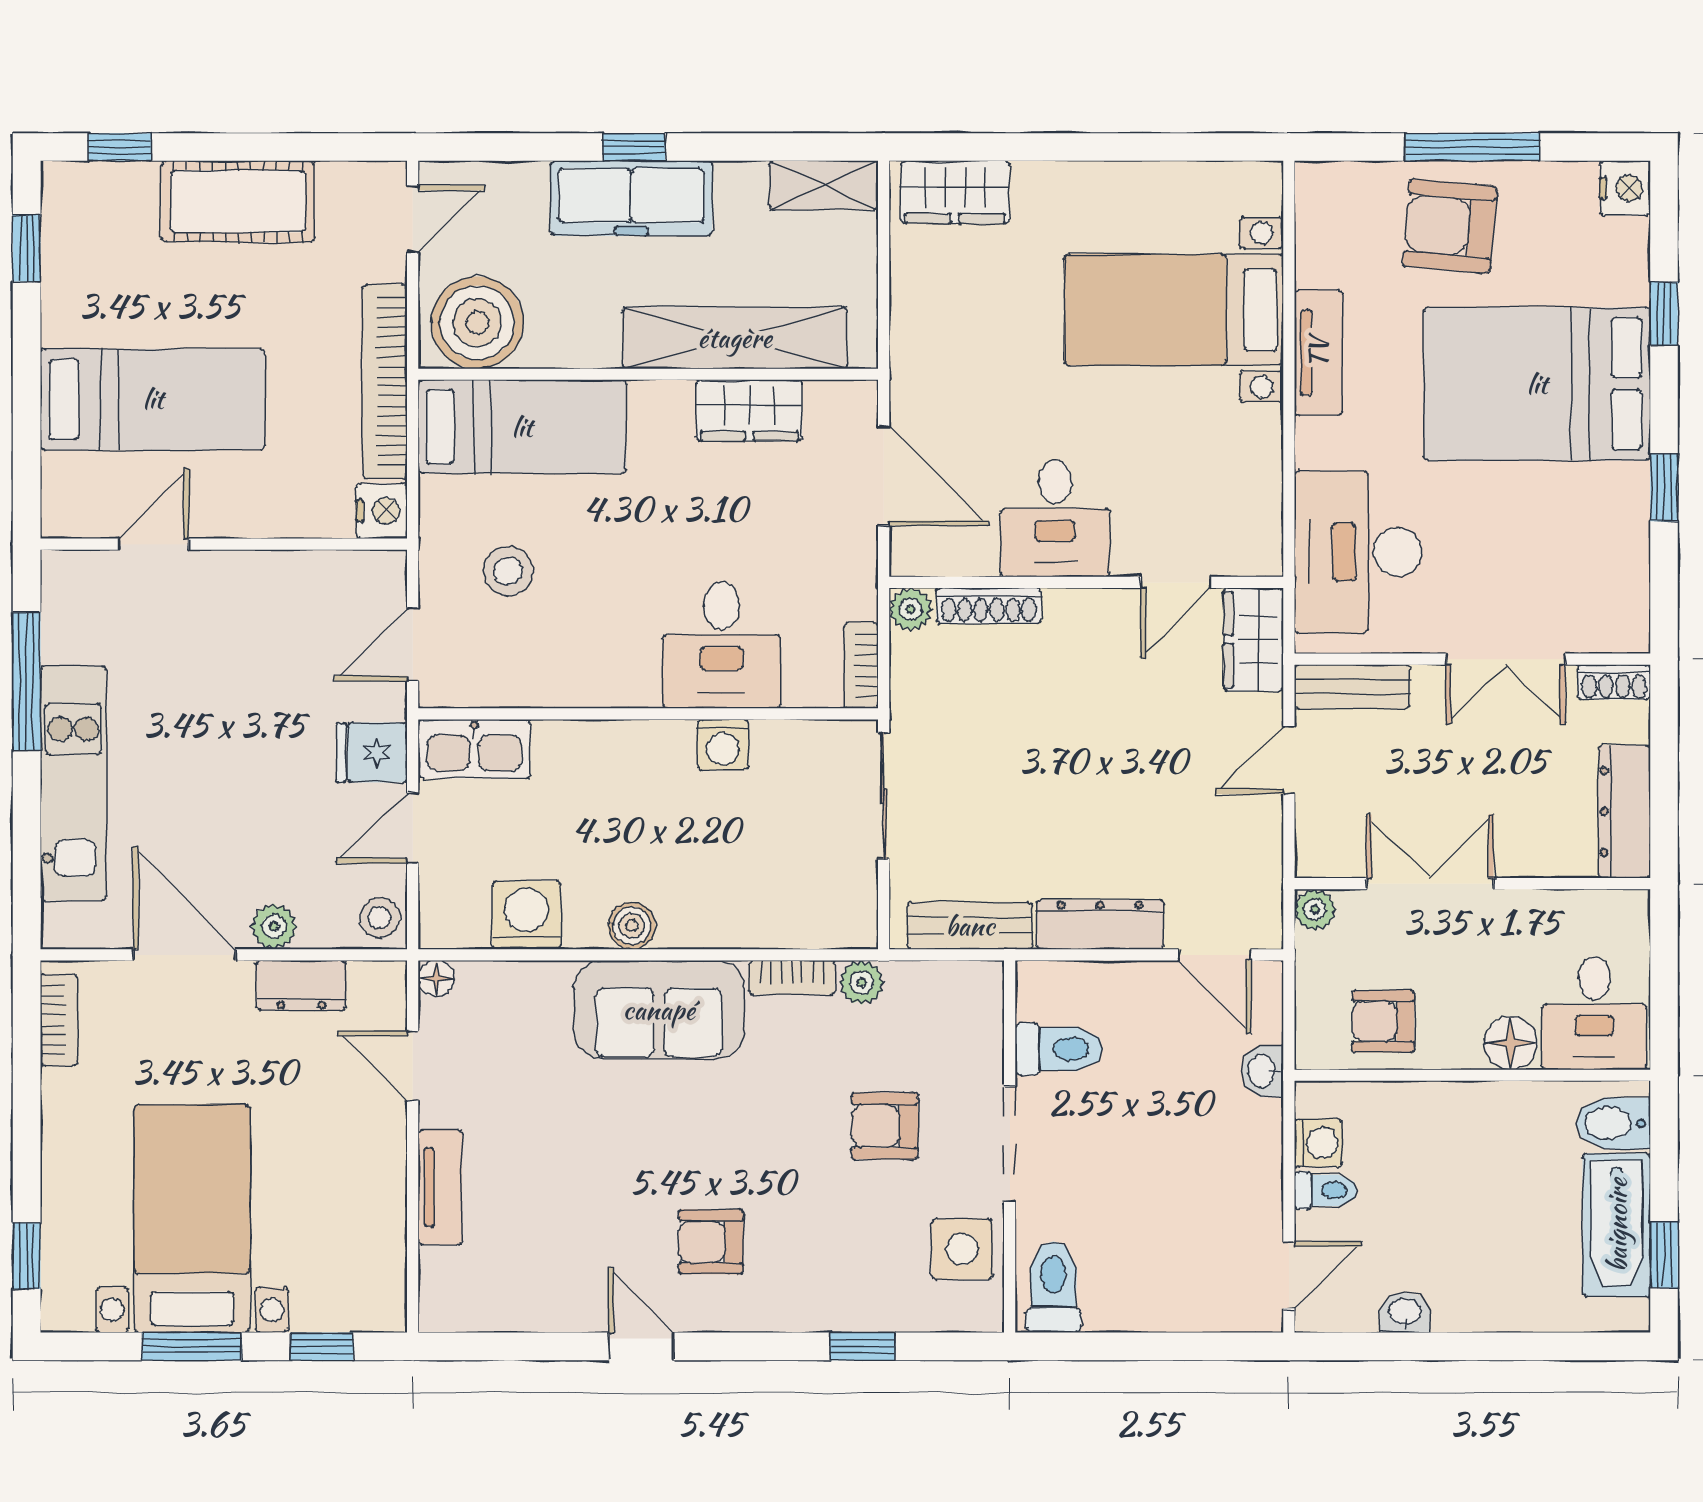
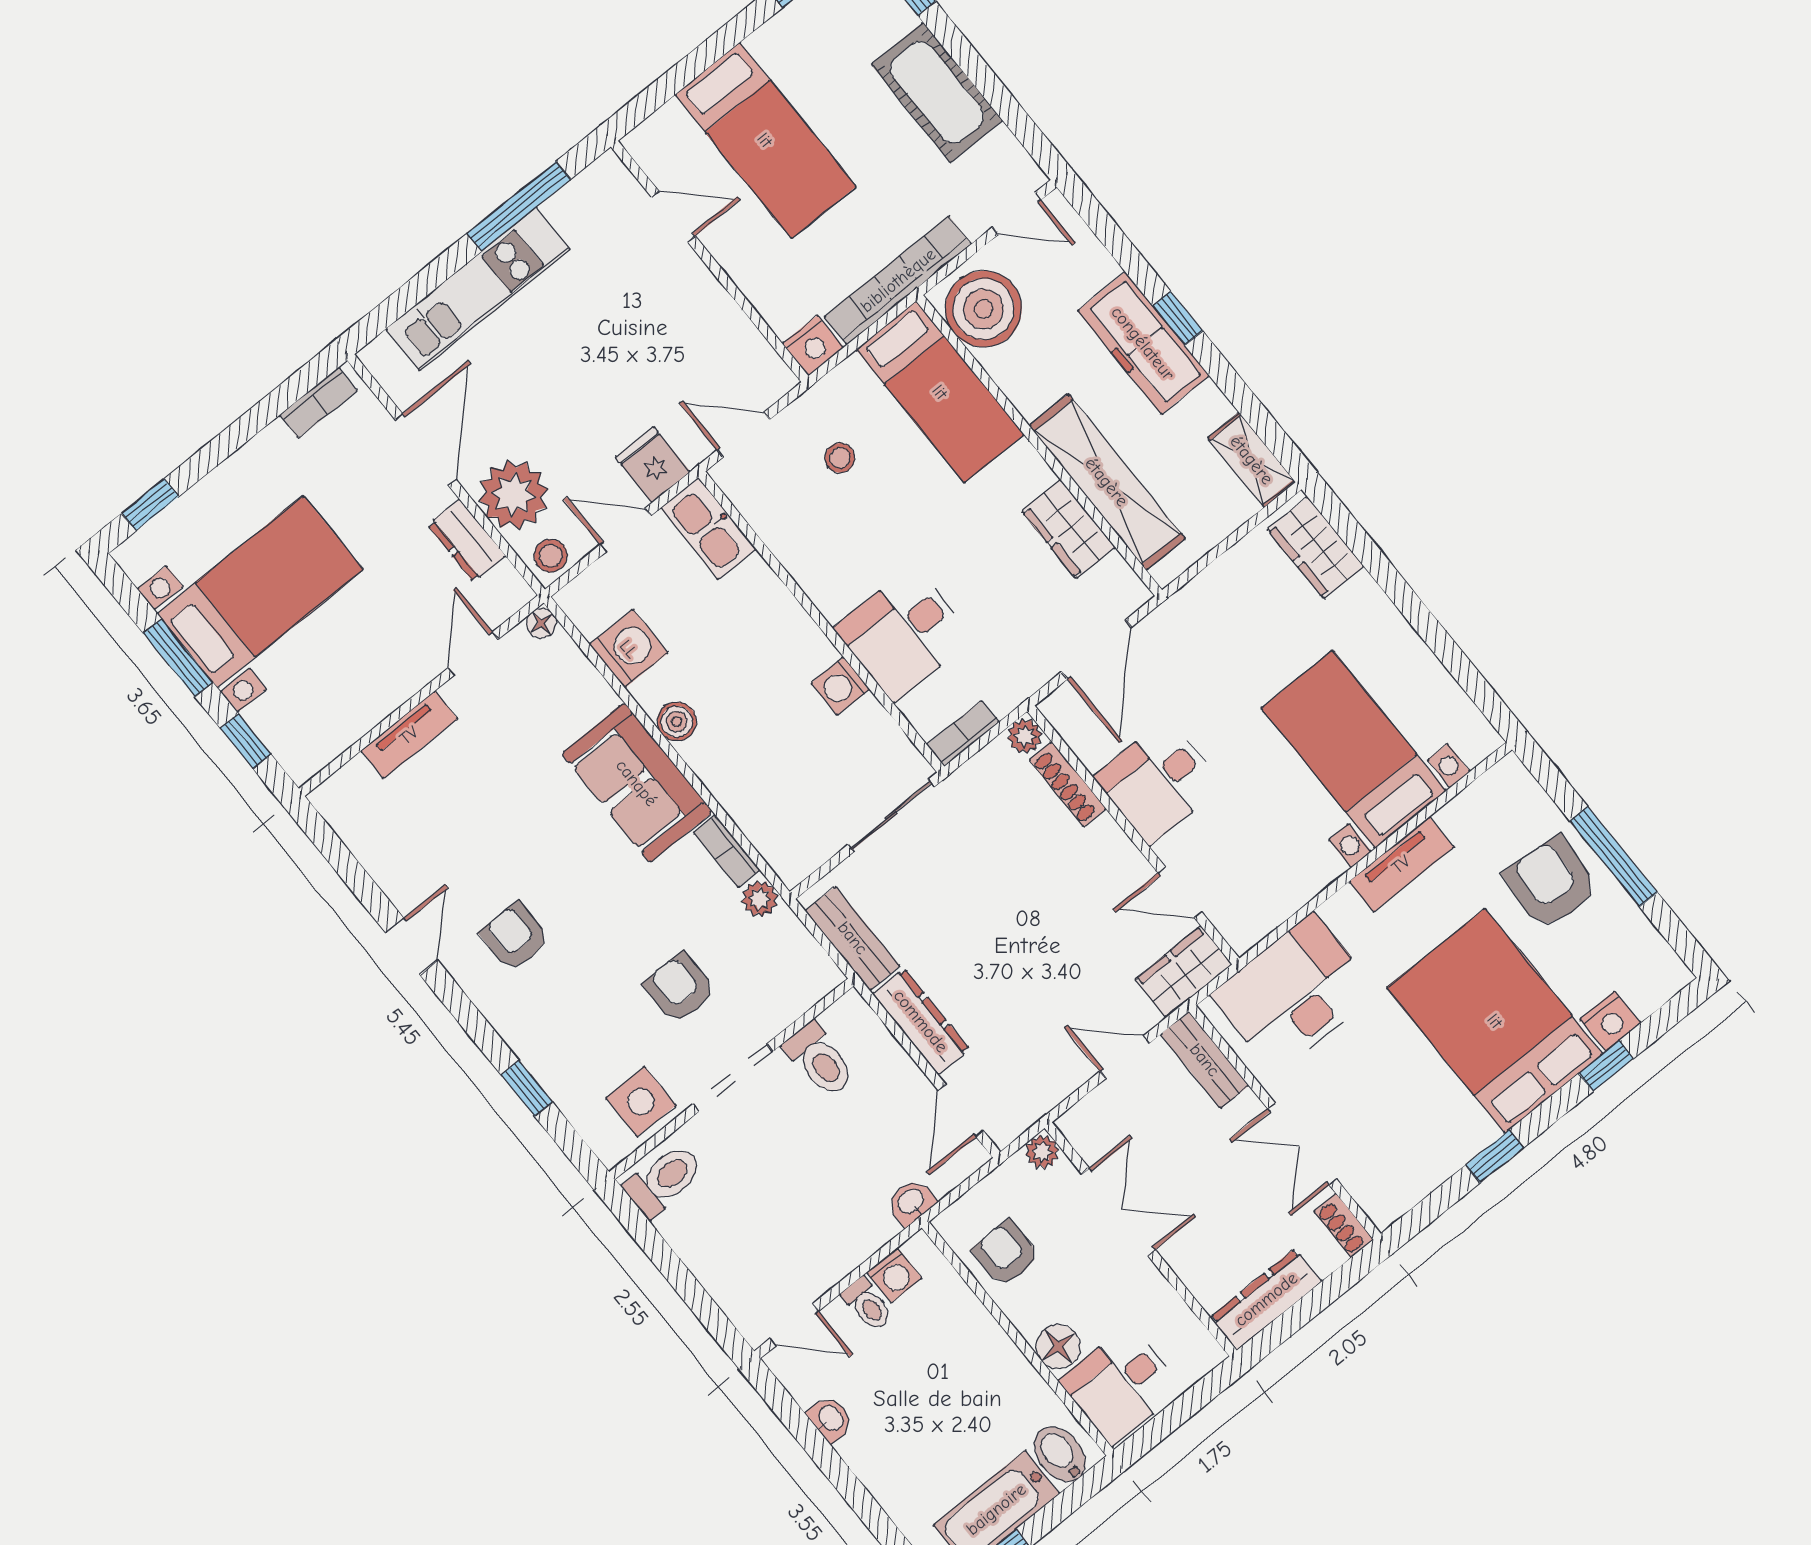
nightstand: (1625, 188) -> (1610, 1021), moved
stool: (508, 571) -> (840, 458), width x0.73, depth x0.73
plant: (274, 926) -> (514, 495), width x1.87, depth x1.87

